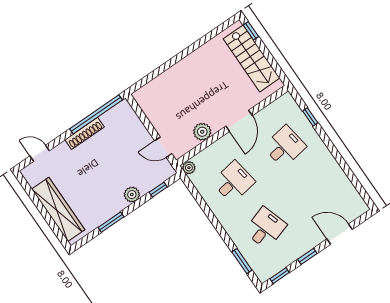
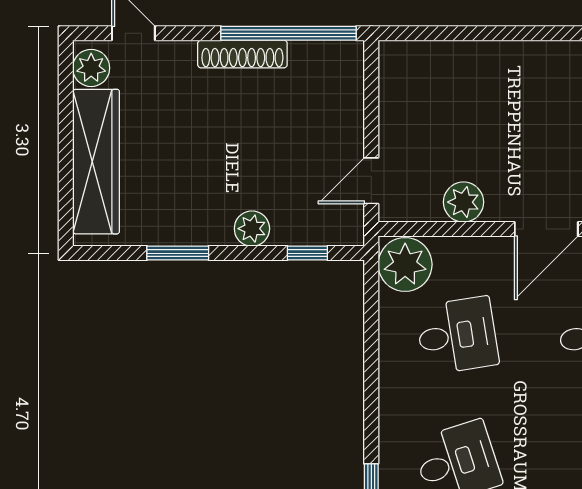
door: (163, 147) -> (371, 181), hinge flipped
plant: (189, 168) -> (405, 264), width x1.87, depth x1.87
plant: (33, 176) -> (91, 68), added

